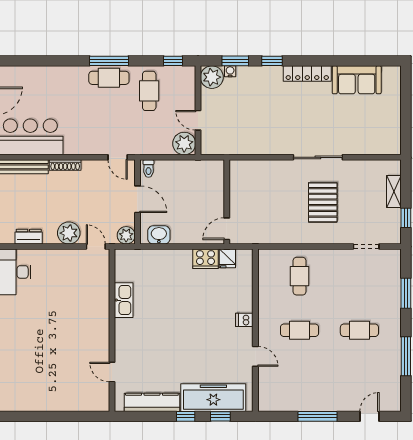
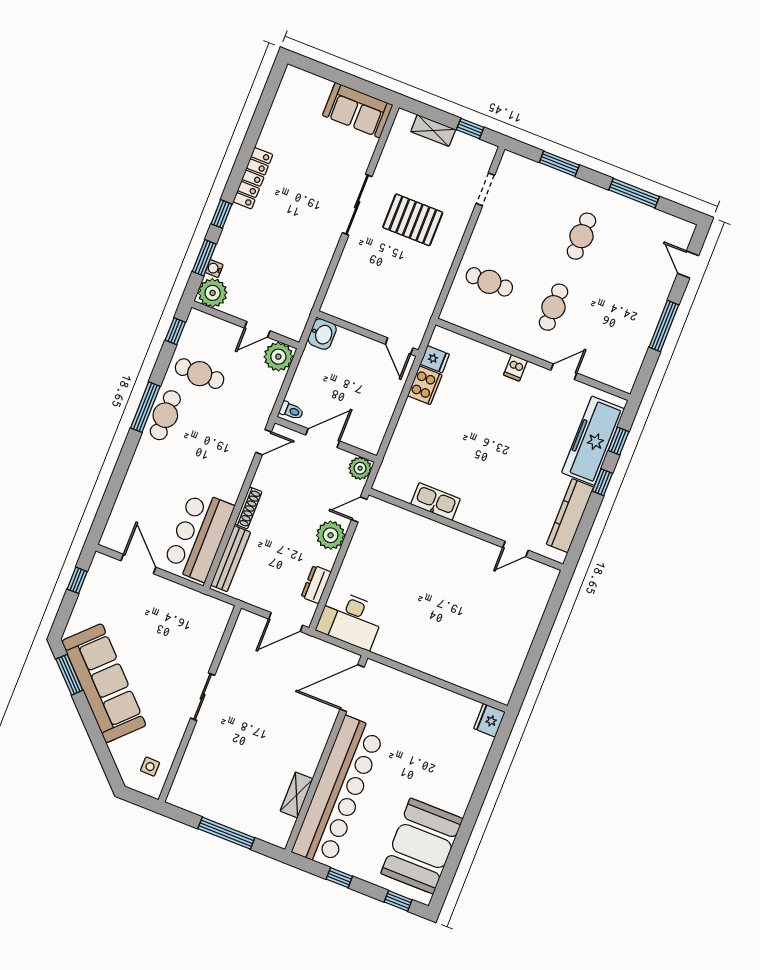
sofa: (357, 80) -> (358, 110), moved, turned 90
washbasin: (159, 235) -> (322, 334), moved, turned 180

